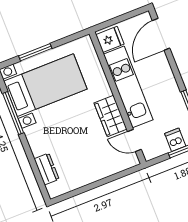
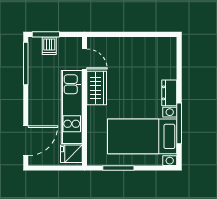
window: (35, 52) -> (118, 168), moved
dresser: (47, 169) -> (169, 93), moved

